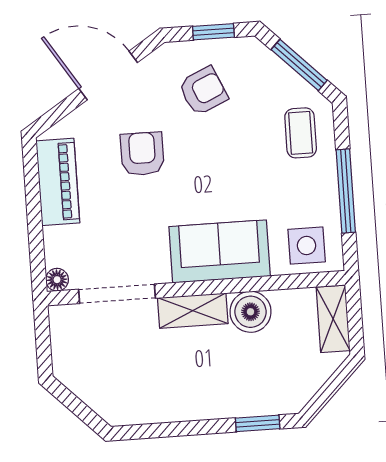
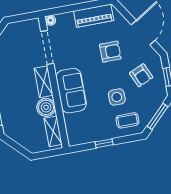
window: (346, 191) -> (104, 143), width x0.46
side table: (307, 246) -> (117, 97), moved
shelving: (333, 319) -> (53, 131), moved, turned 90

